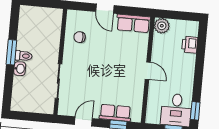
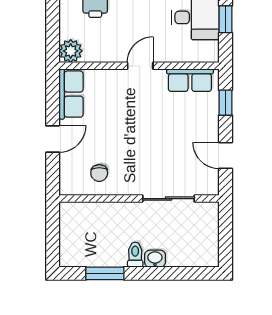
window: (11, 52) -> (105, 273), moved
row of seats: (115, 113) -> (190, 80), moved, turned -90

